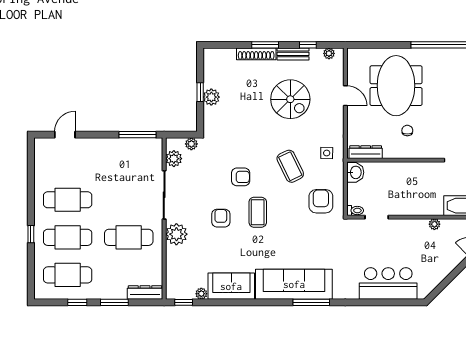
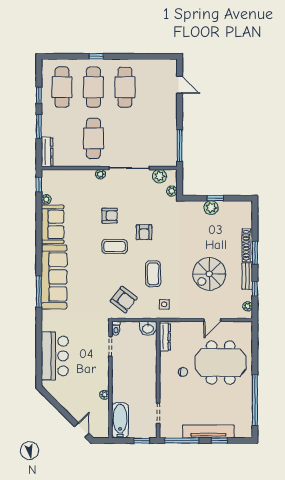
coffee table: (290, 166) -> (153, 274), turned -64
armchair: (321, 201) -> (124, 300), turned 38
plant: (176, 234) -> (100, 174), width x0.53, depth x0.53

